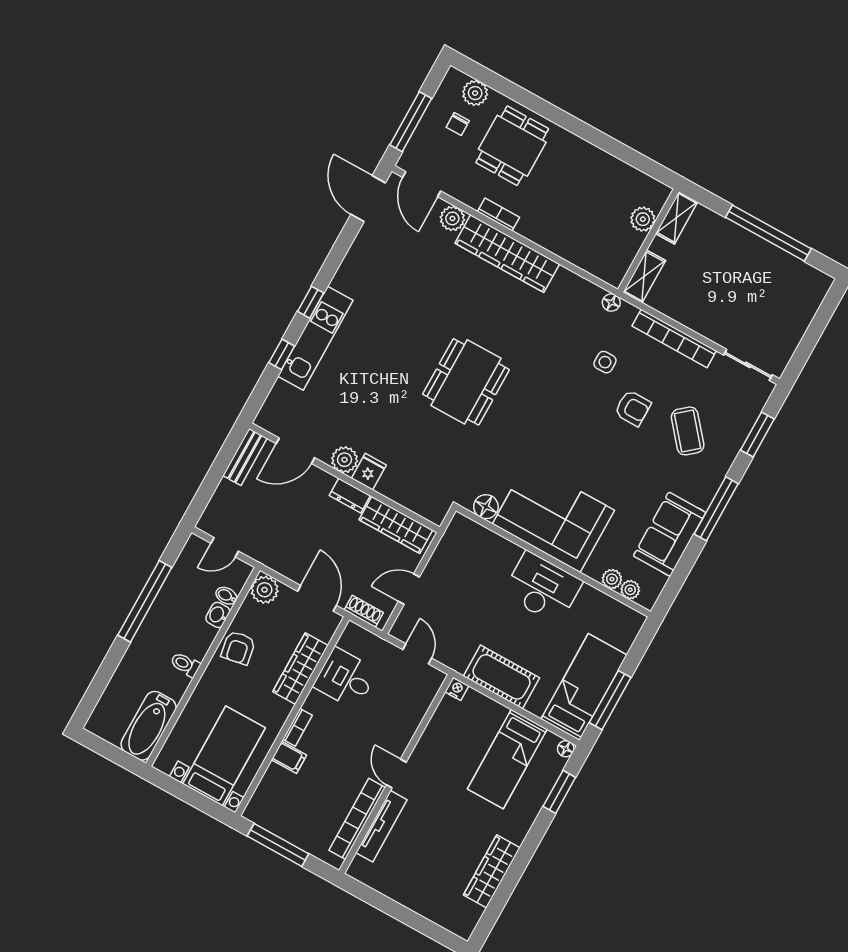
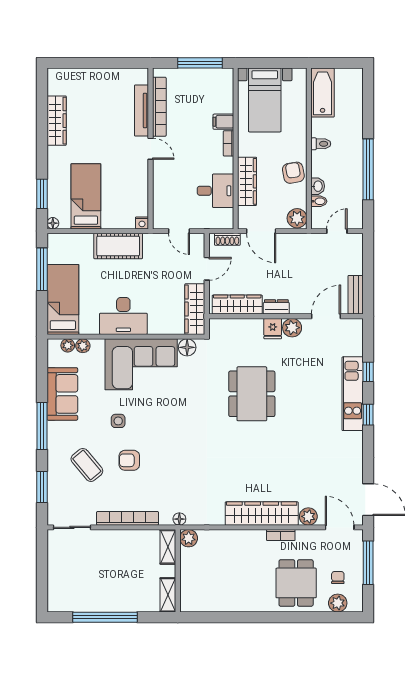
plant: (643, 219) -> (189, 538), moved
side table: (605, 362) -> (118, 421), moved
dining table: (466, 382) -> (252, 394), moved
wardrobe: (451, 548) -> (195, 309), added
bed: (584, 687) -> (63, 299), moved, turned 180

